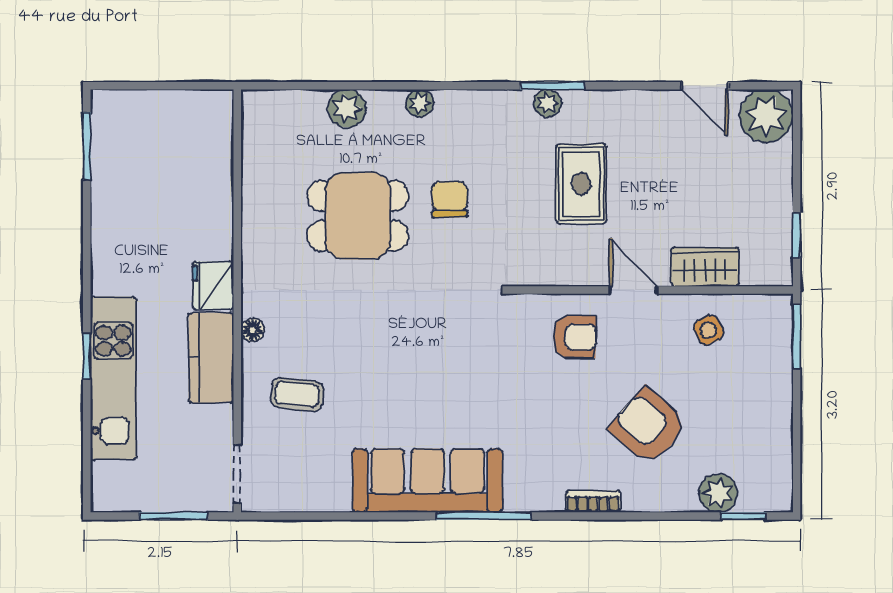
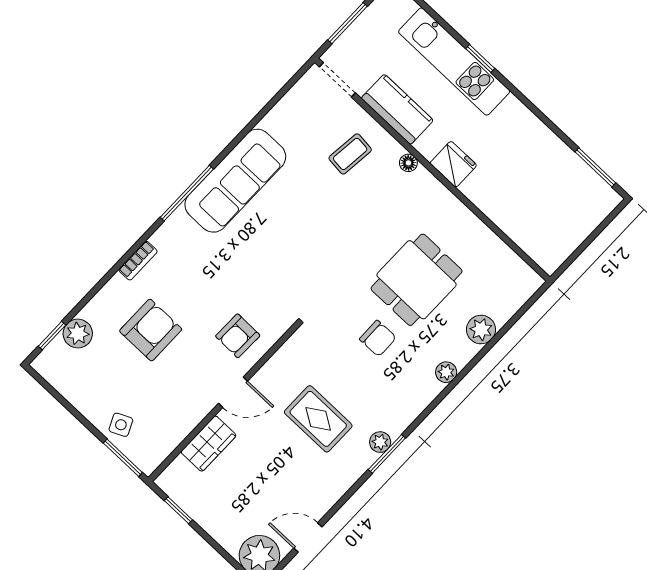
side table: (709, 330) -> (121, 425), moved
kitchen counter: (211, 358) -> (397, 109), moved
armchair: (648, 426) -> (151, 330), turned -41

